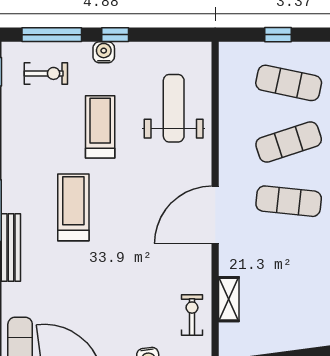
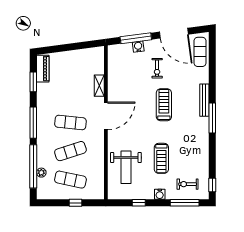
window: (115, 35) -> (139, 203), moved
treadmill: (73, 207) -> (164, 105), moved, turned 180
shelving: (229, 299) -> (99, 86), moved
exercise bike: (192, 315) -> (157, 68), moved

